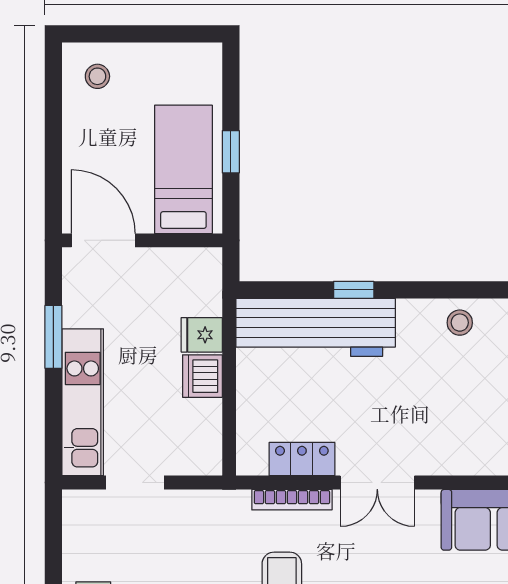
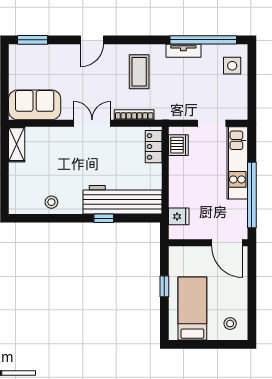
bed: (183, 169) -> (192, 309), moved, turned 180
fridge: (202, 335) -> (179, 216), moved
window: (53, 337) -> (252, 195), width x2.11
dishwasher: (202, 376) -> (178, 145), moved
locker: (302, 459) -> (154, 147), moved, turned 90

